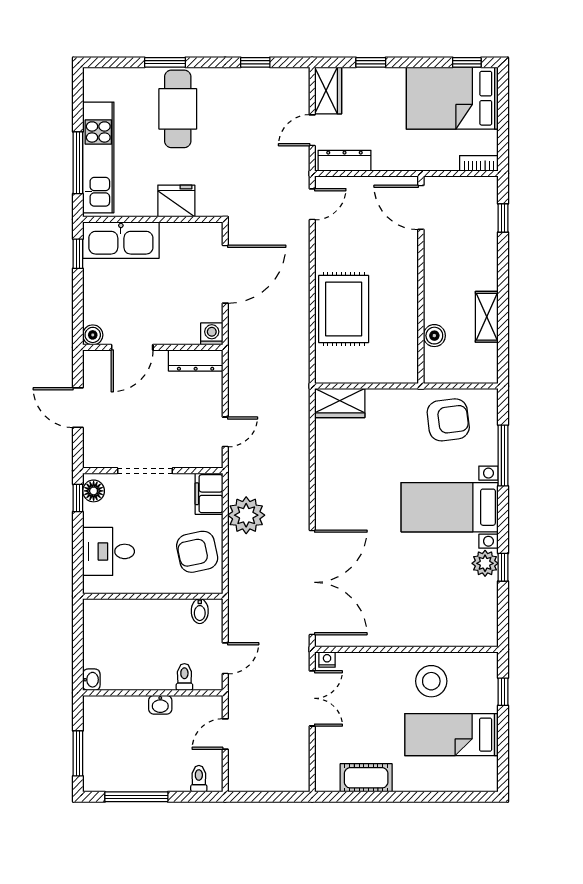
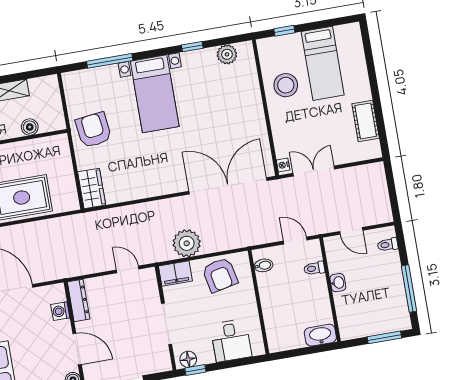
washing machine: (212, 334) -> (60, 311), moved
armchair: (448, 420) -> (94, 130), moved
plant: (485, 563) -> (227, 54), moved
washbasin: (91, 680) -> (320, 335), width x1.91, depth x1.45

